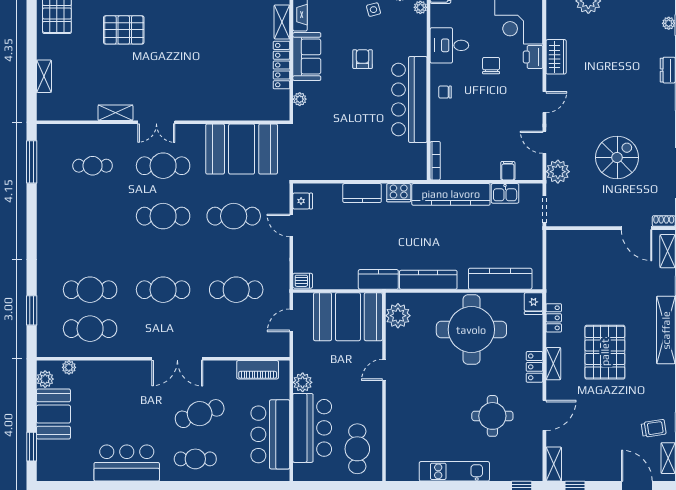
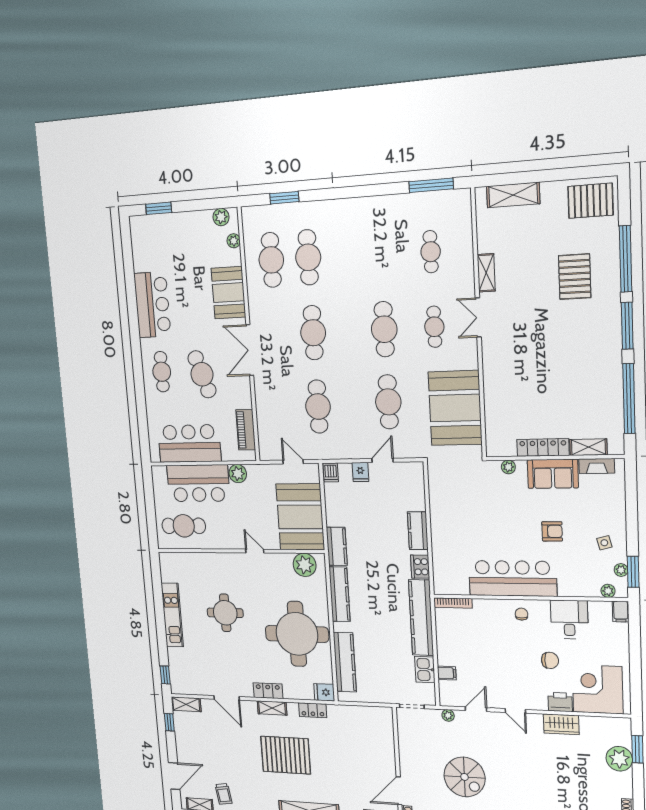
shelving: (44, 76) -> (513, 195), width x1.50, depth x1.33
cafe table: (163, 166) -> (434, 327), width x0.73, depth x0.74
plant: (558, 172) -> (448, 715), width x0.53, depth x0.53
fridge: (303, 201) -> (360, 472), moved
booth: (53, 414) -> (228, 293), moved, turned 90
round table: (492, 416) -> (225, 613), moved

